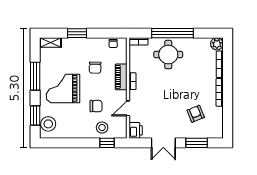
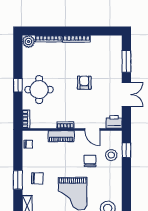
window: (173, 33) -> (18, 85), width x0.32
chair: (95, 68) -> (37, 178), moved
armchair: (196, 114) -> (84, 83), moved, turned 112

